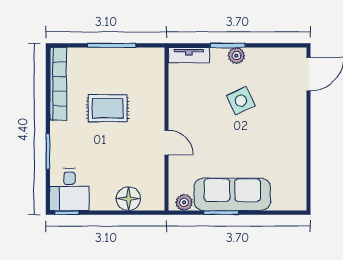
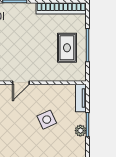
side table: (241, 101) -> (47, 120), moved
rug: (108, 108) -> (67, 48), moved

